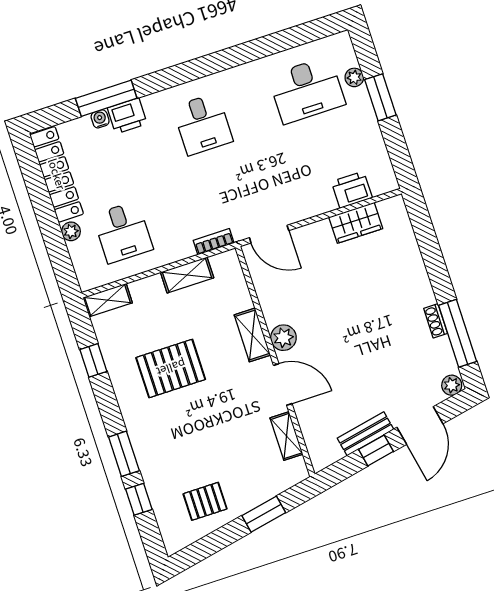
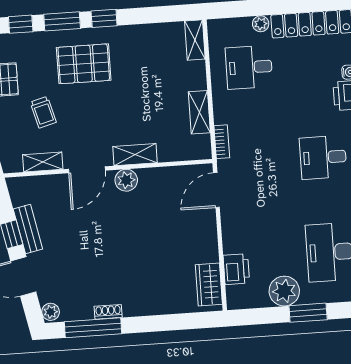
plant: (354, 77) -> (284, 291), moved, width x1.88, depth x1.88
wardrobe: (356, 223) -> (209, 284), moved
window: (93, 360) -> (104, 18), moved
pallet: (171, 368) -> (84, 64), moved, turned 90
trolley: (231, 449) -> (43, 112), added

